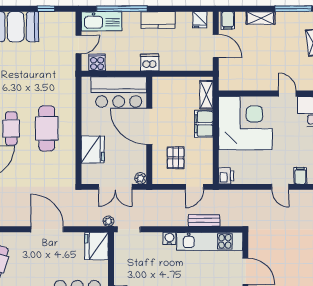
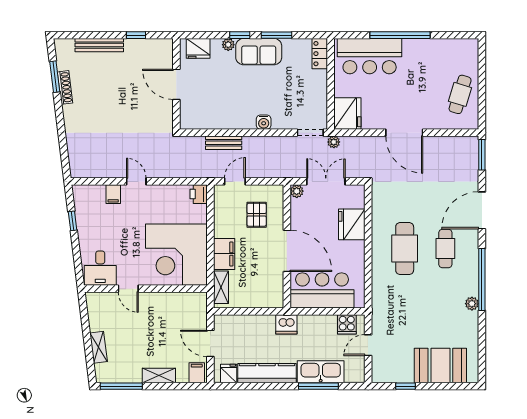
window: (122, 9) -> (318, 386), width x0.68
kitchen counter: (158, 20) -> (267, 373), width x1.50
kitchen sink: (102, 21) -> (321, 372), moved
kitchen unit: (210, 241) -> (217, 119), removed

